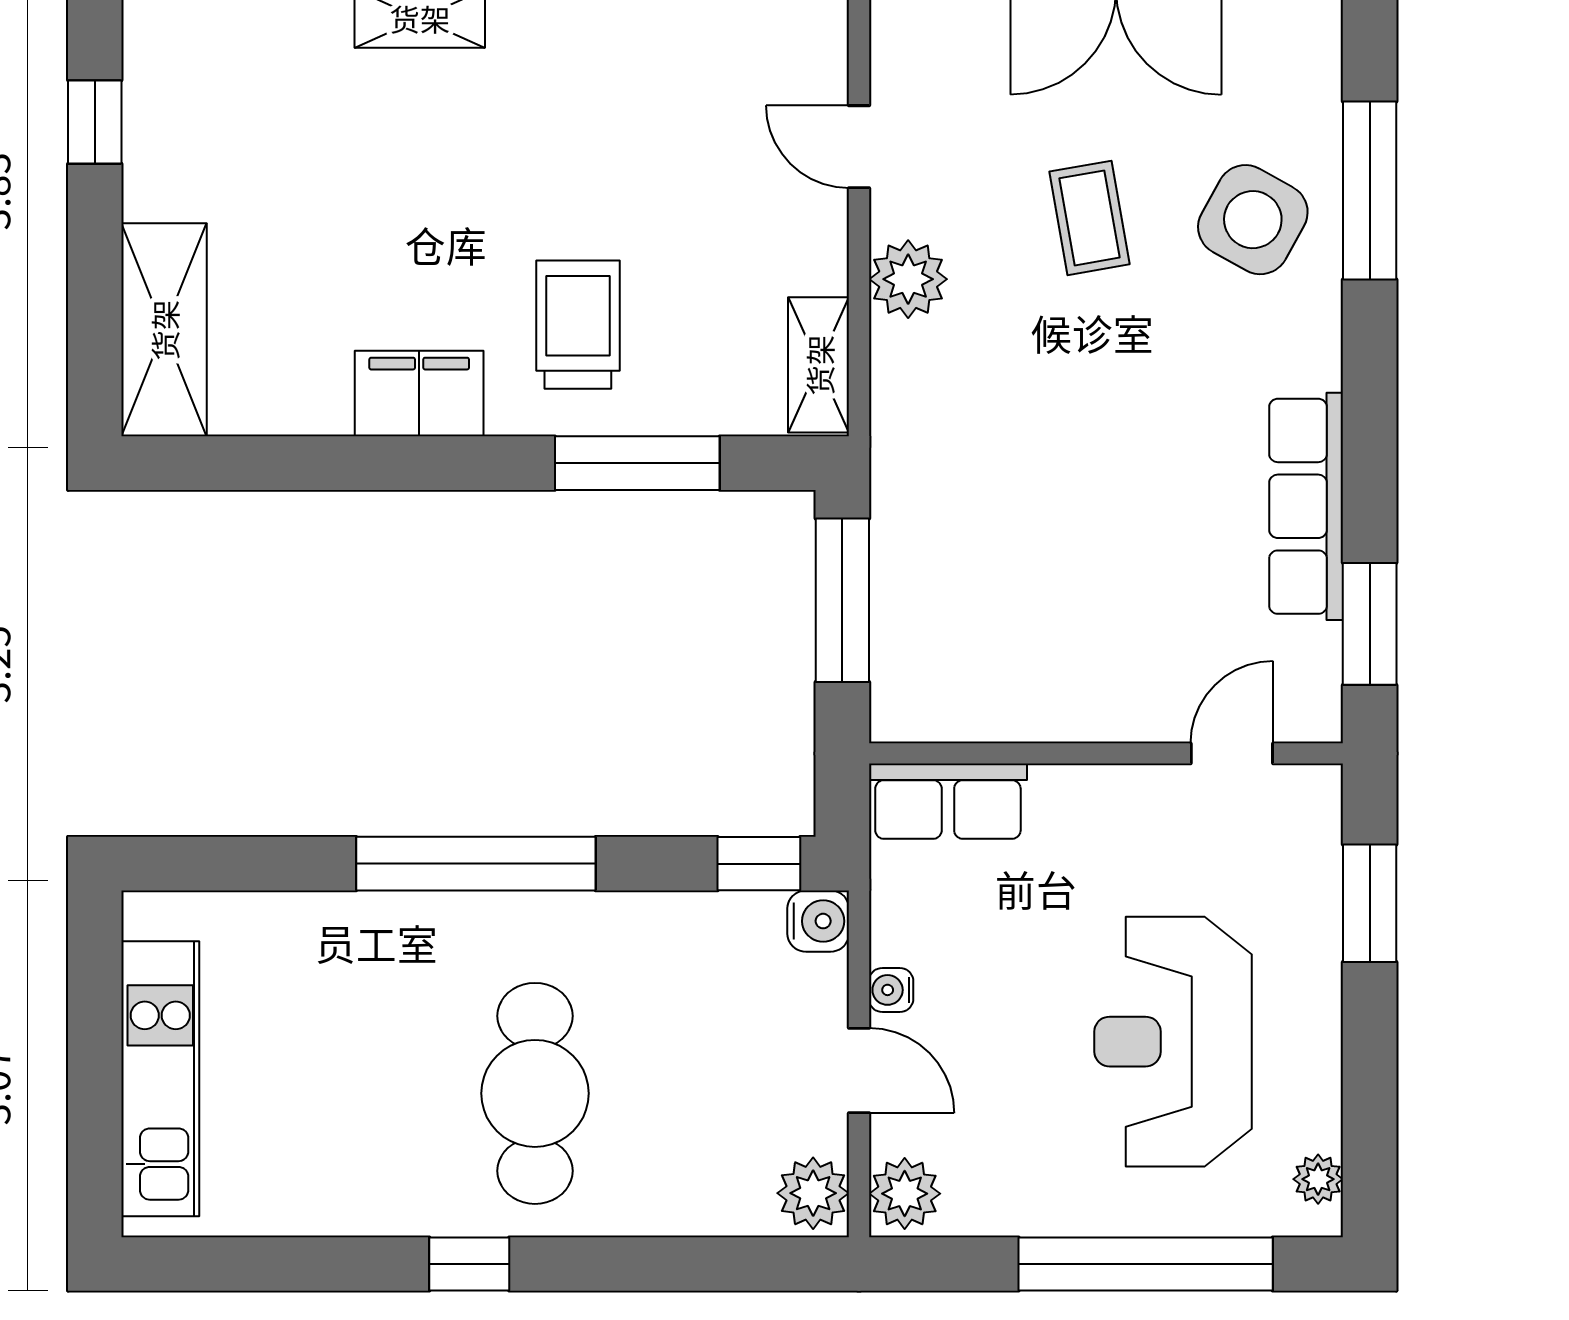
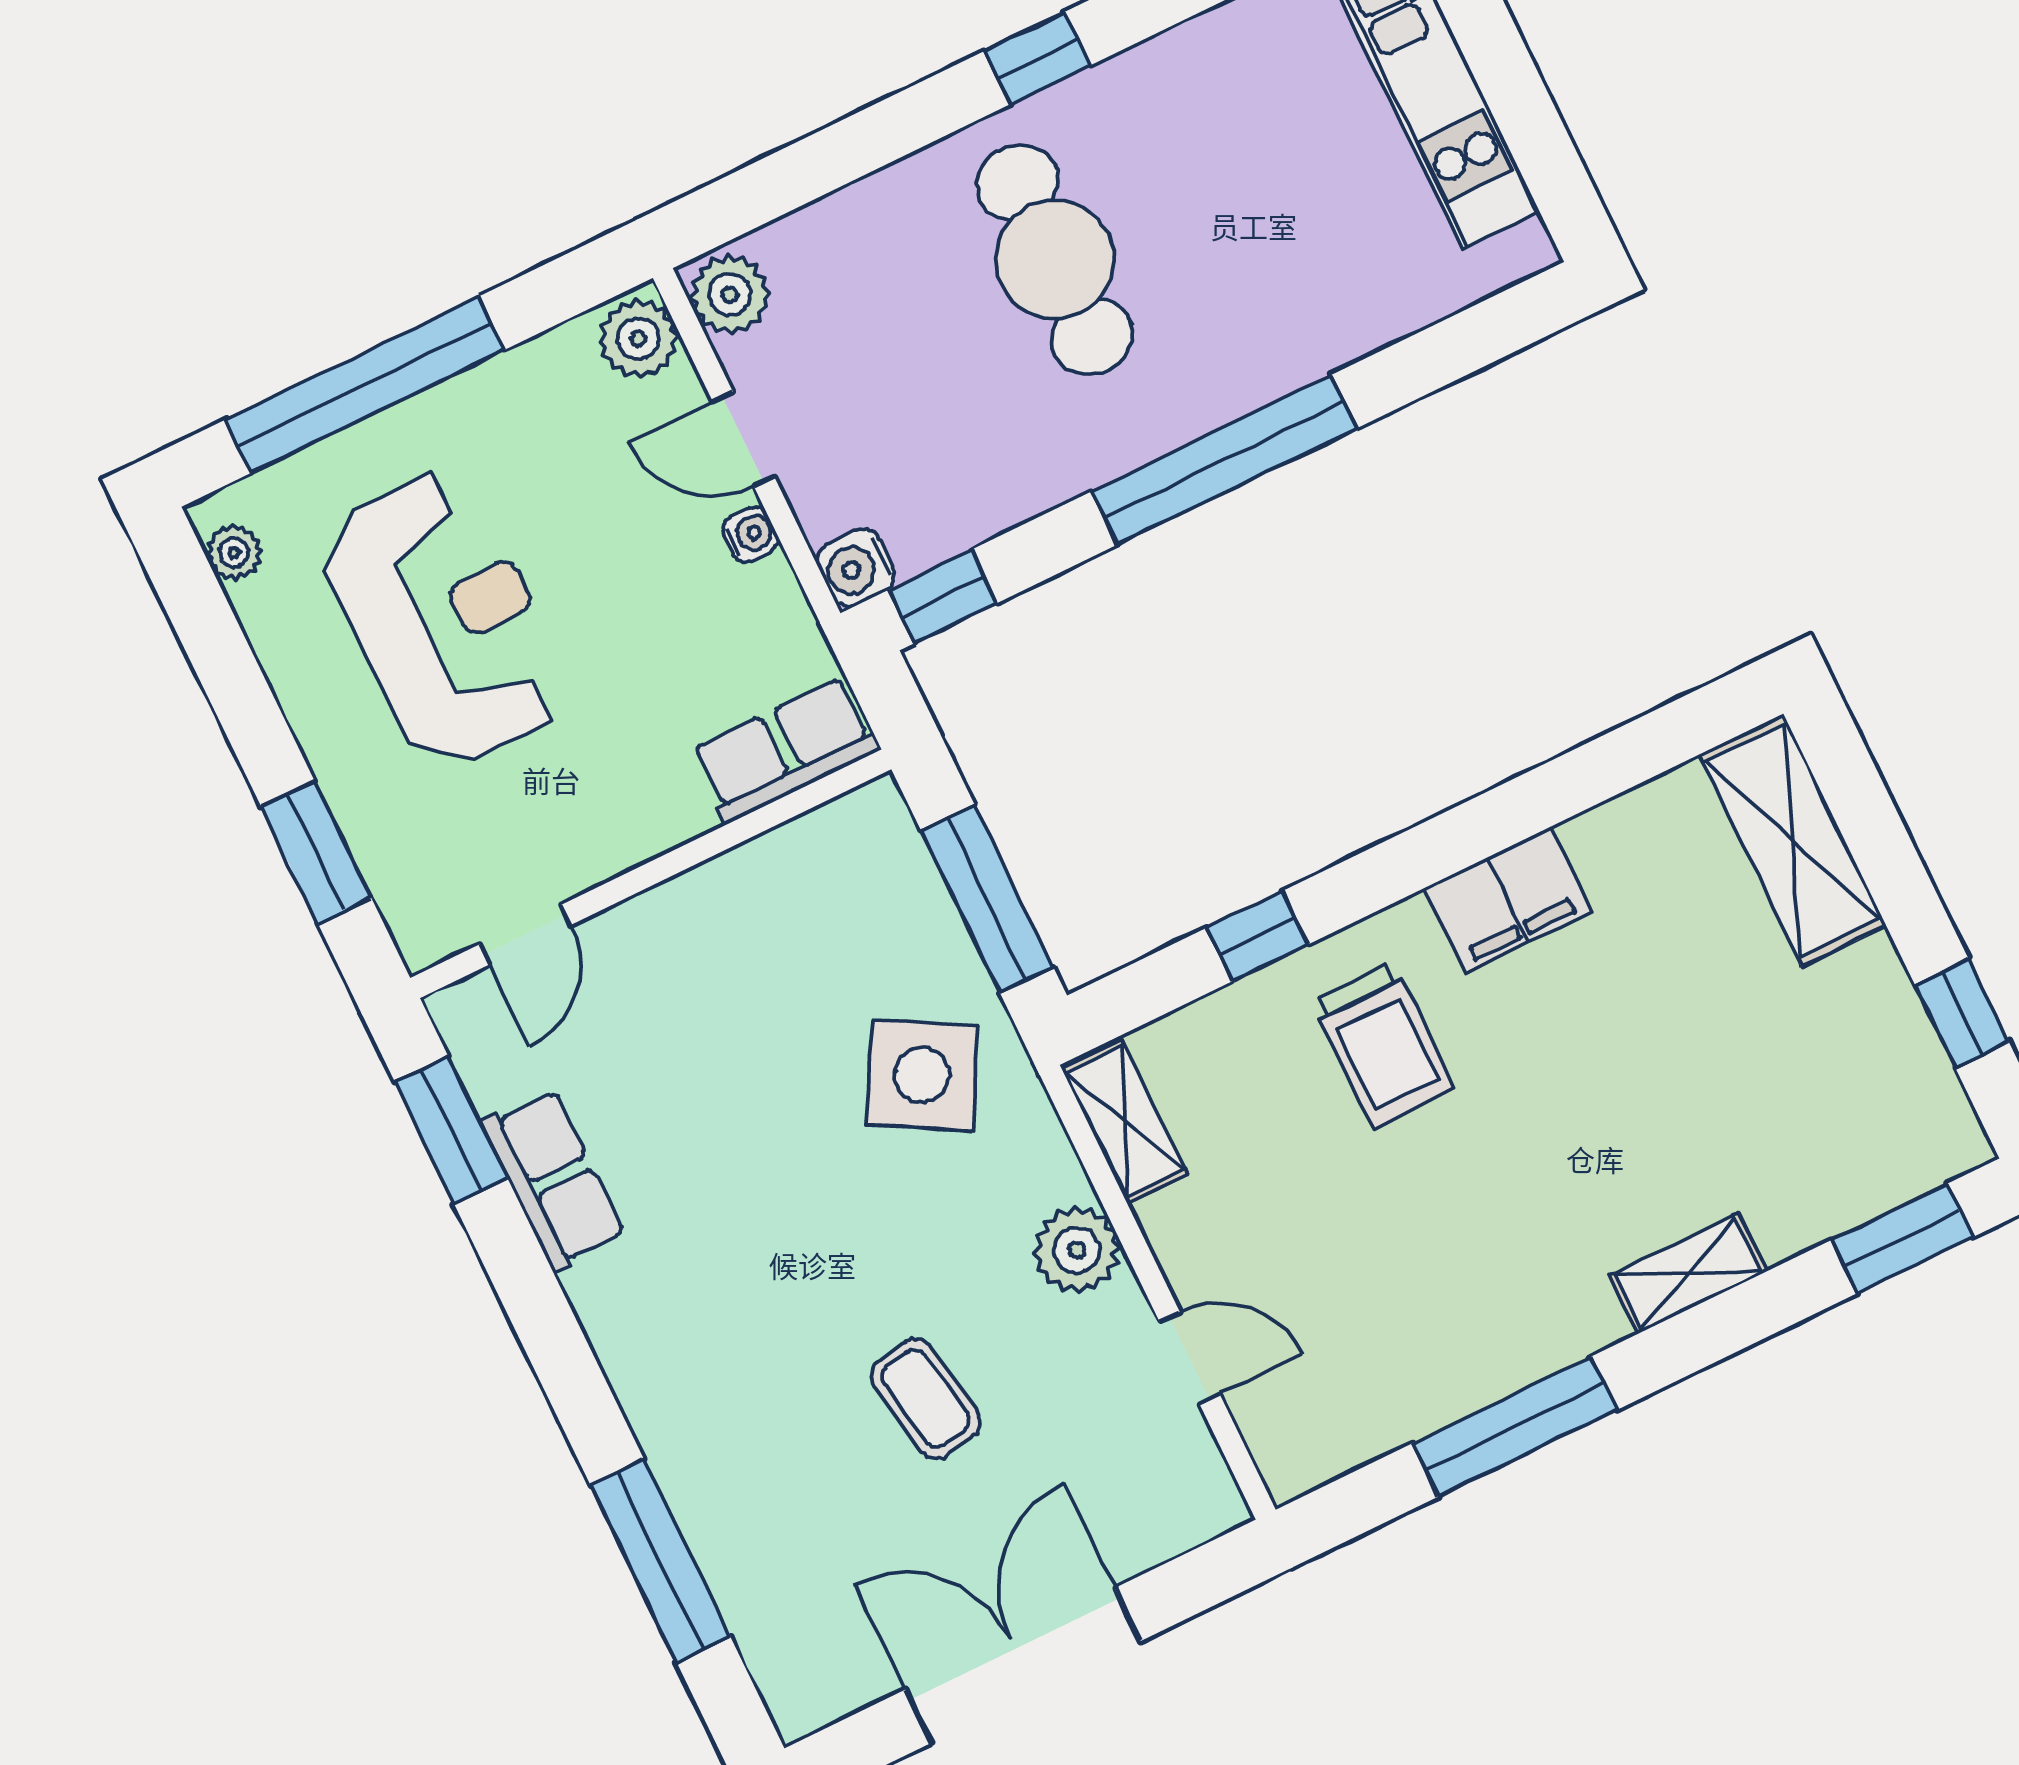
side table: (1253, 220) -> (922, 1075), moved
window: (637, 463) -> (1257, 936), width x0.46
row of seats: (1306, 506) -> (553, 1180), width x0.68

